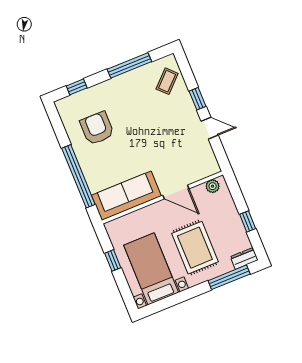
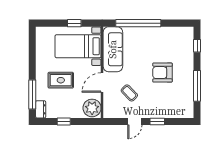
coffee table: (167, 81) -> (129, 93), moved
armchair: (97, 128) -> (162, 73), moved, turned 180
plant: (213, 186) -> (92, 108), width x1.88, depth x1.88
rug: (195, 248) -> (61, 80), width x0.73, depth x0.70
bed with nightstands: (151, 269) -> (78, 46), moved, turned 180

